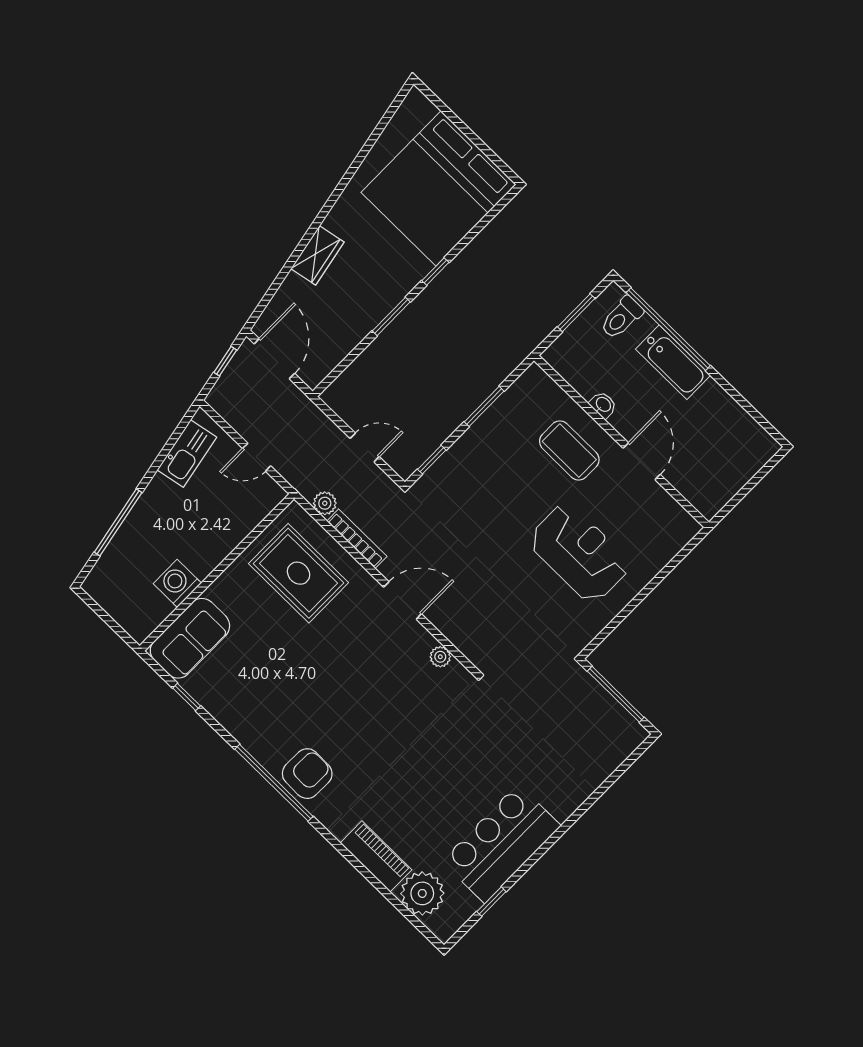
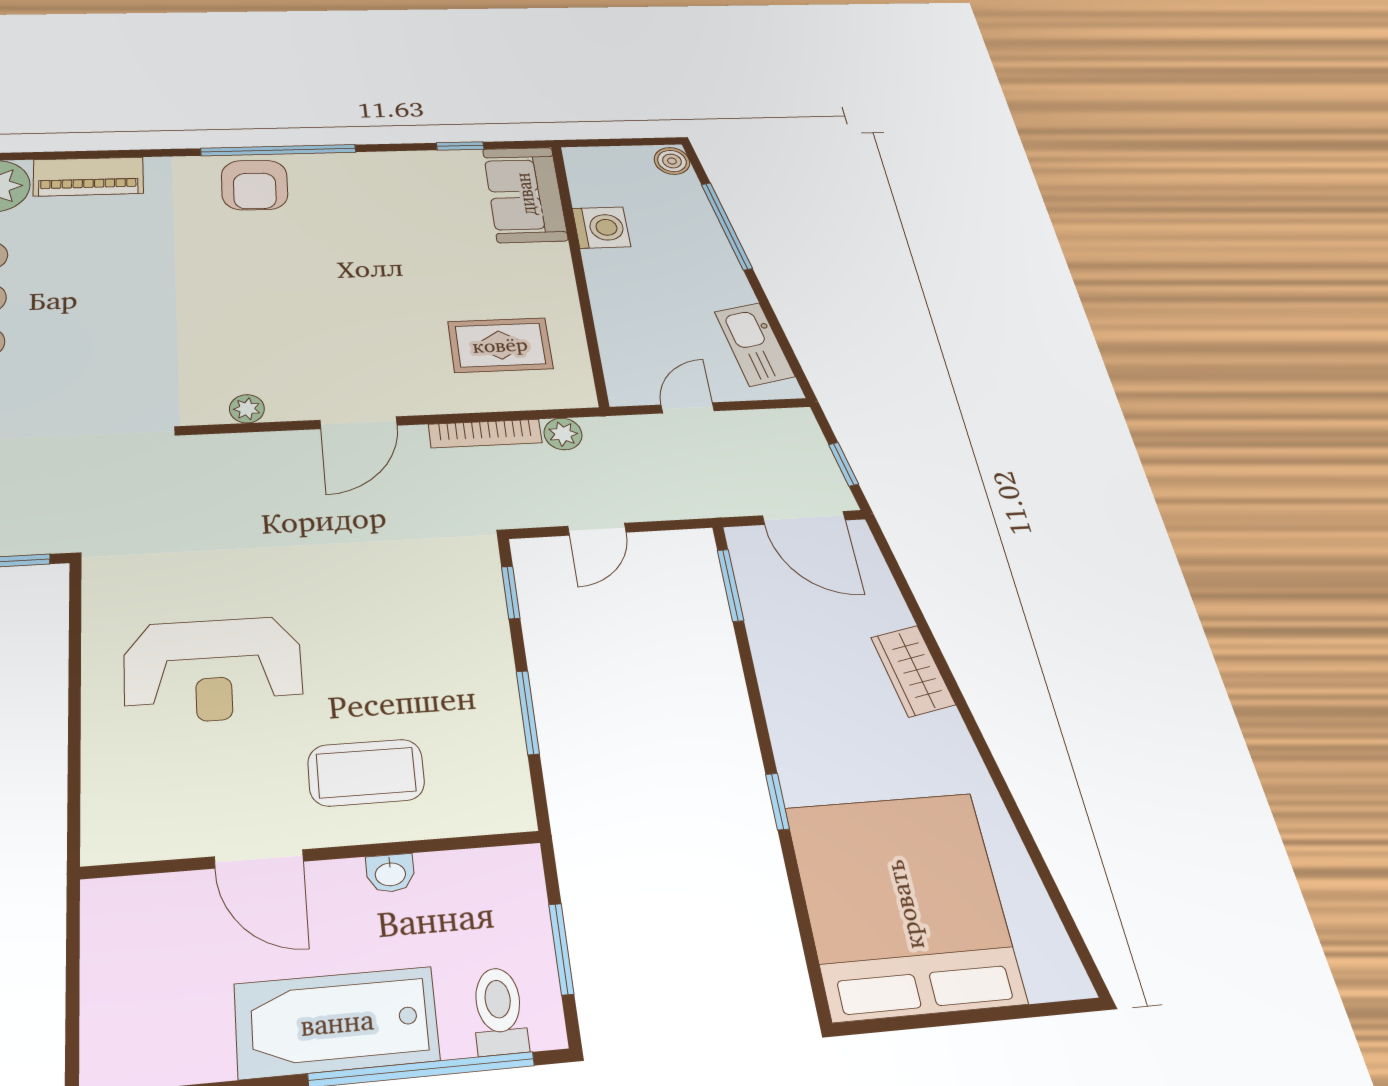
window: (391, 316) -> (730, 585), moved
bathtub: (673, 362) -> (337, 1022), width x1.36, depth x1.36
rug: (299, 573) -> (500, 345), width x0.73, depth x0.70
boiler: (96, 583) -> (672, 161), added

